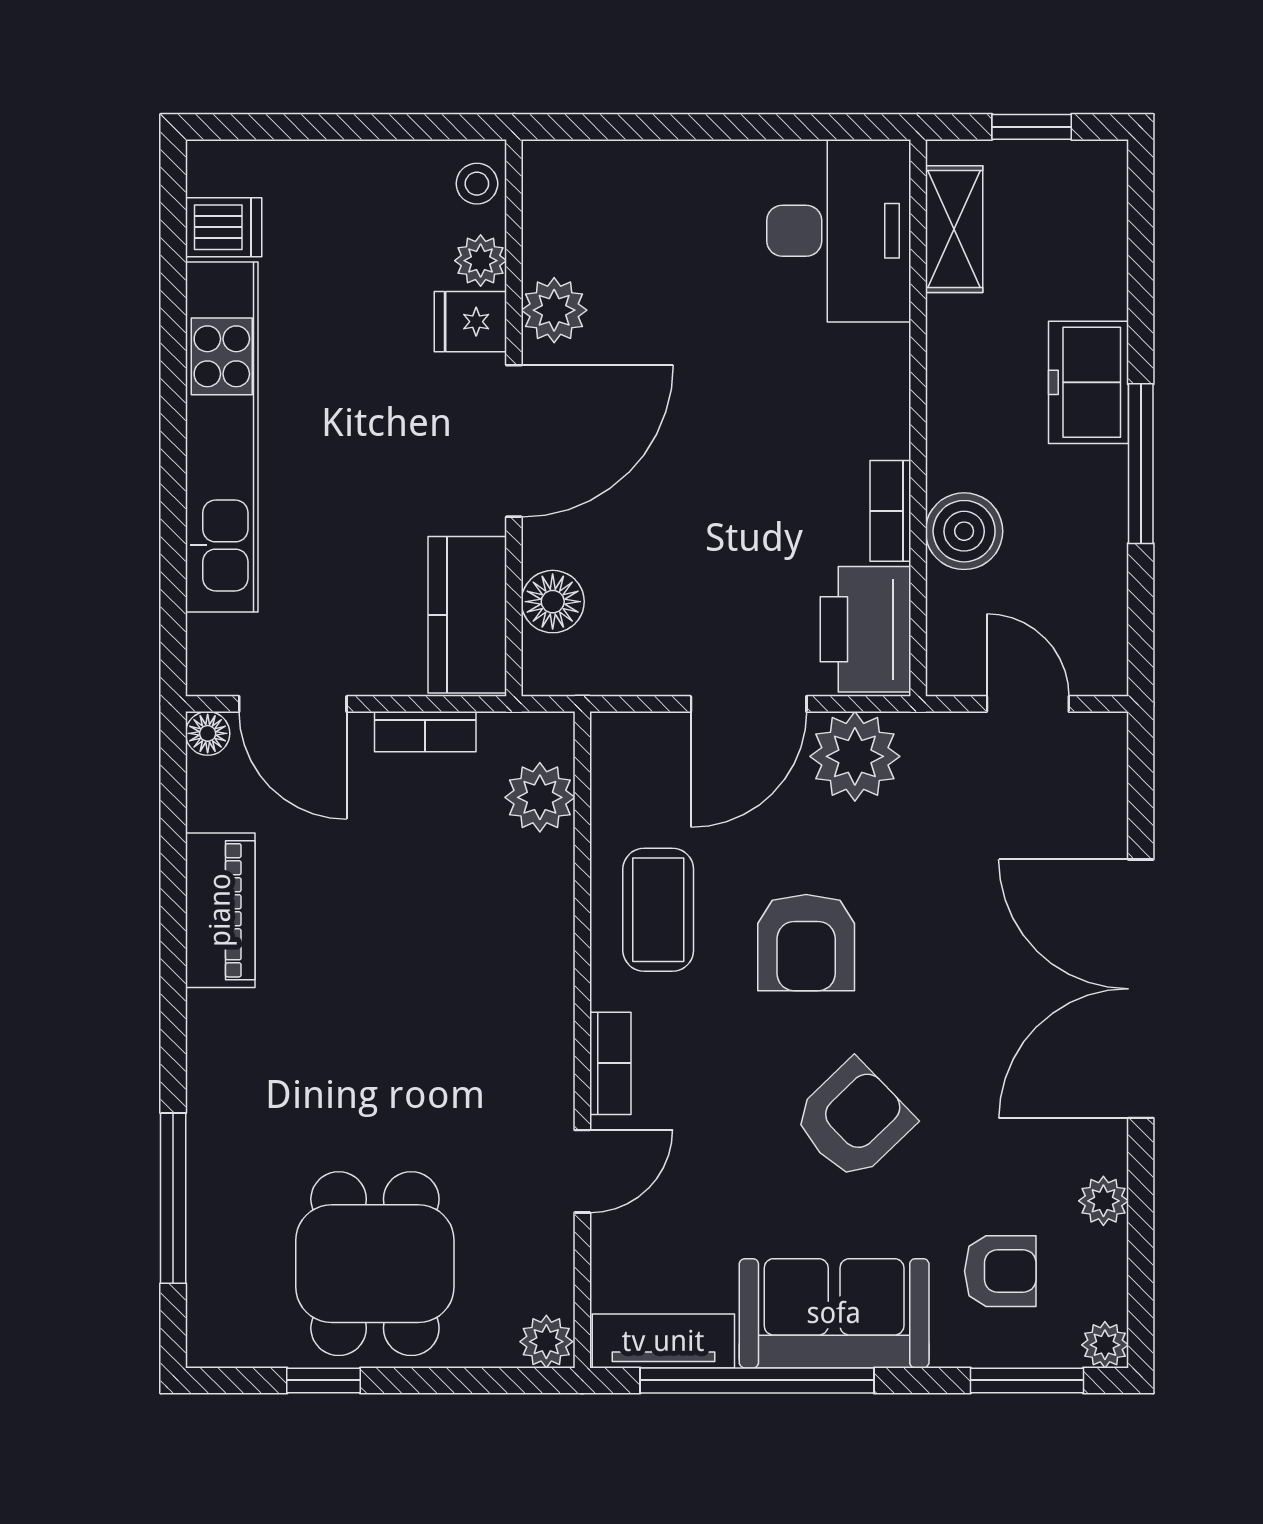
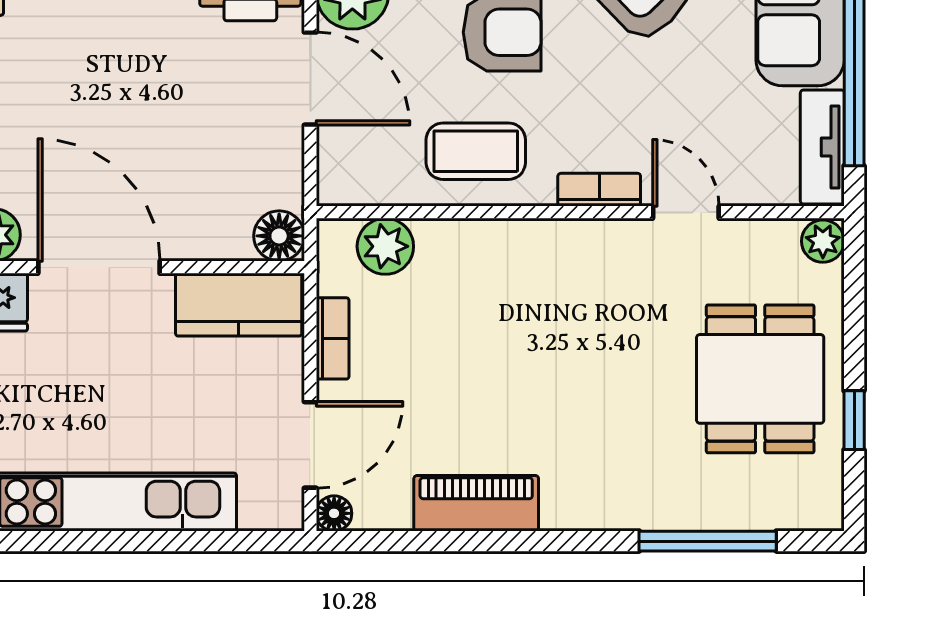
floor lamp: (553, 602) -> (279, 236), moved
dining table: (375, 1264) -> (760, 379), turned 90

